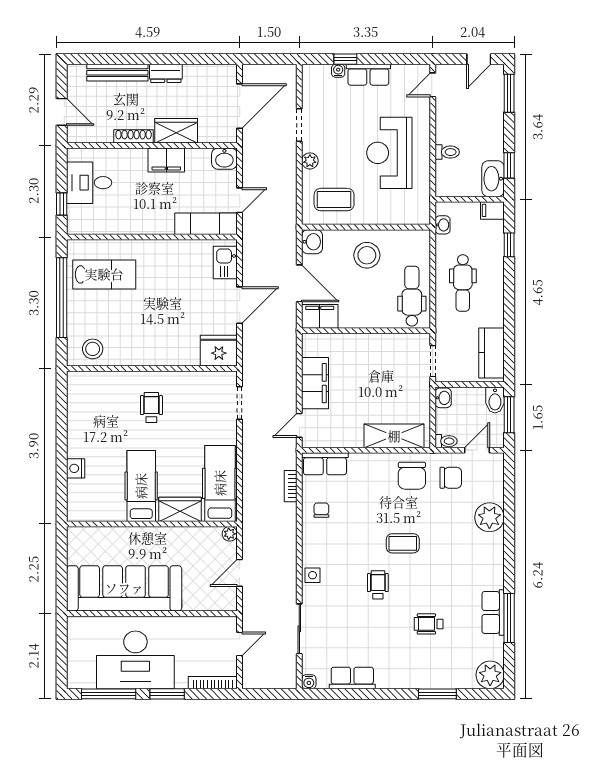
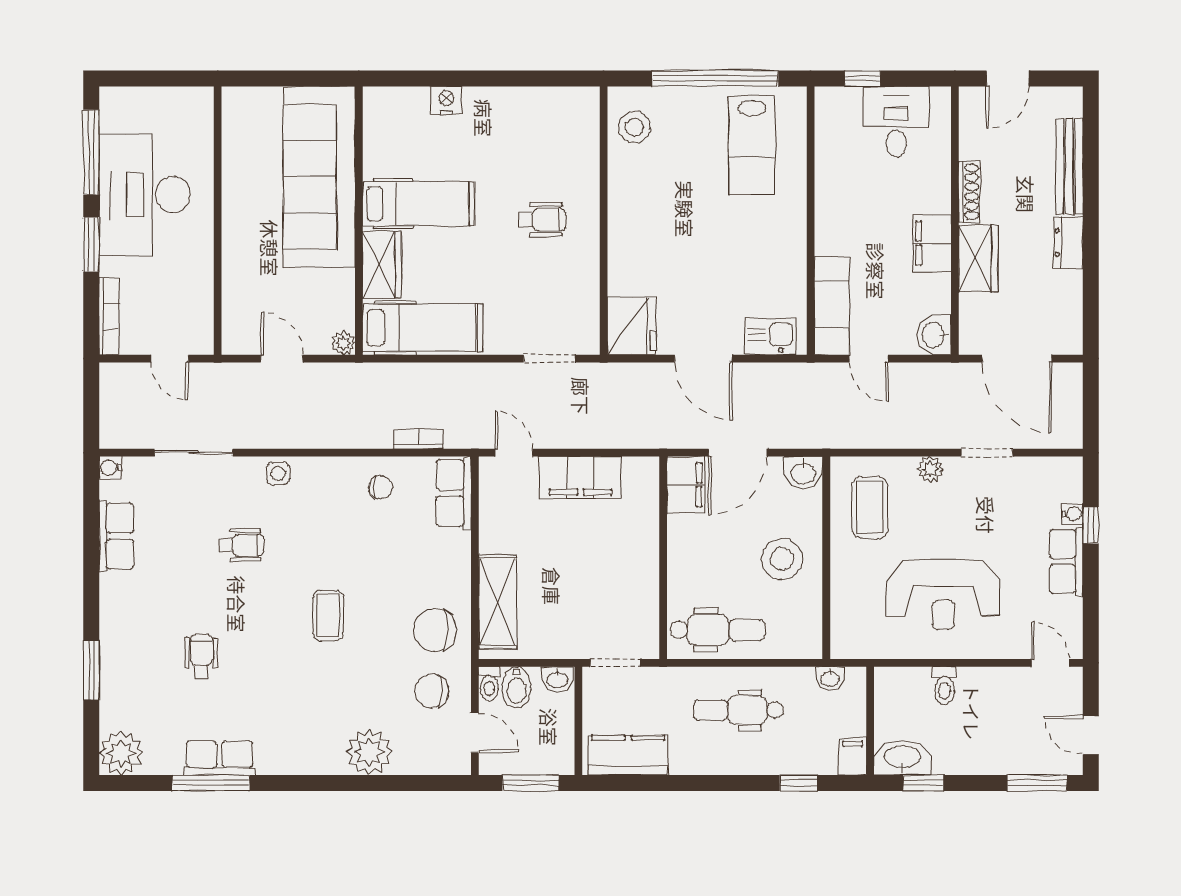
reception desk: (389, 153) -> (943, 594), turned 180
bidet: (495, 400) -> (517, 687), moved, turned -90
chair: (451, 478) -> (432, 691), turned 90
wheelchair: (378, 585) -> (241, 545), moved
sofa: (124, 588) -> (319, 177), moved, turned 180

